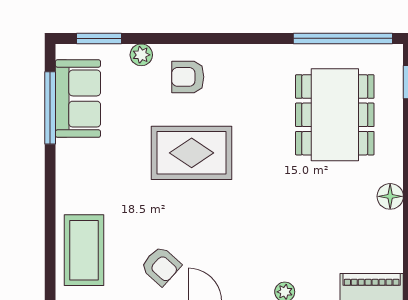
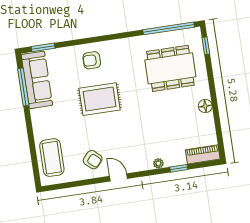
plant: (141, 55) -> (66, 53), removed
sofa: (78, 99) -> (37, 80), width x1.36
dining table: (335, 115) -> (170, 68), turned 90

